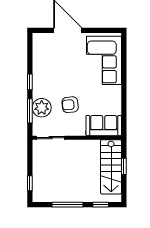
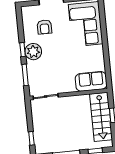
armchair: (70, 105) -> (44, 27), moved, turned -85
plant: (42, 108) -> (33, 52), moved

